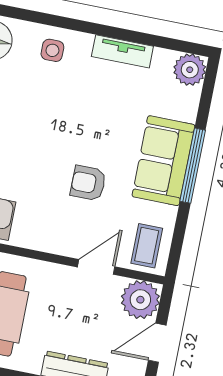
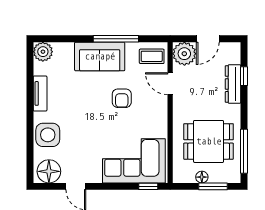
side table: (52, 50) -> (48, 135), width x1.87, depth x1.87
window: (193, 166) -> (116, 39), moved
door: (157, 343) -> (208, 39), hinge flipped

